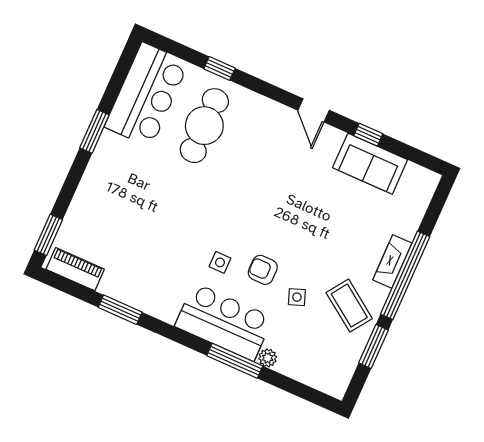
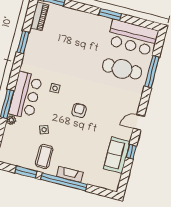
window: (219, 68) -> (152, 72), width x2.17
armchair: (263, 270) -> (79, 111), moved
coffee table: (349, 306) -> (44, 156), turned -35

